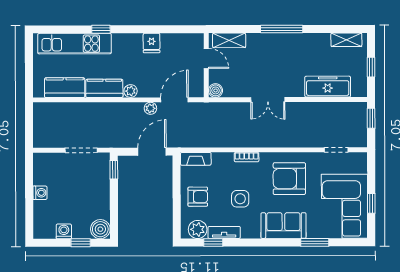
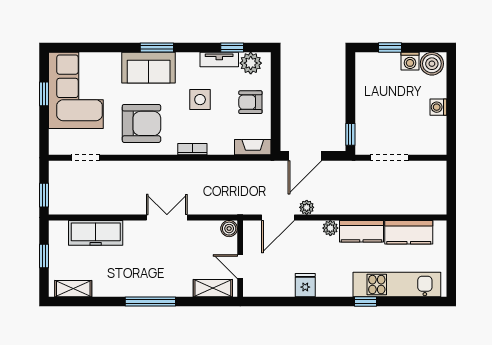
boiler: (100, 229) -> (432, 64), moved
window: (315, 242) -> (157, 48), moved

